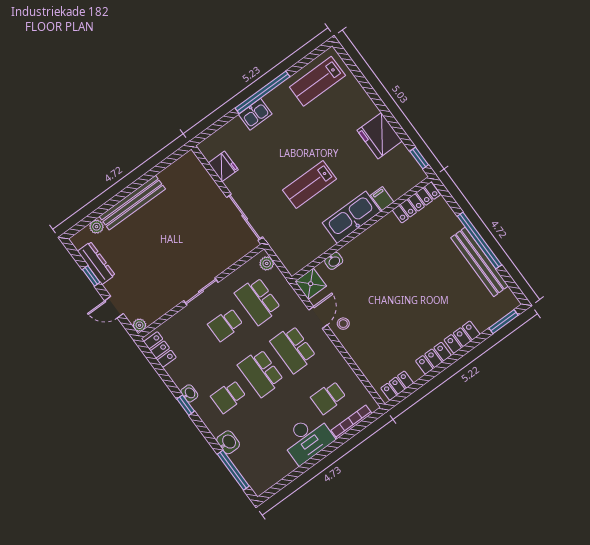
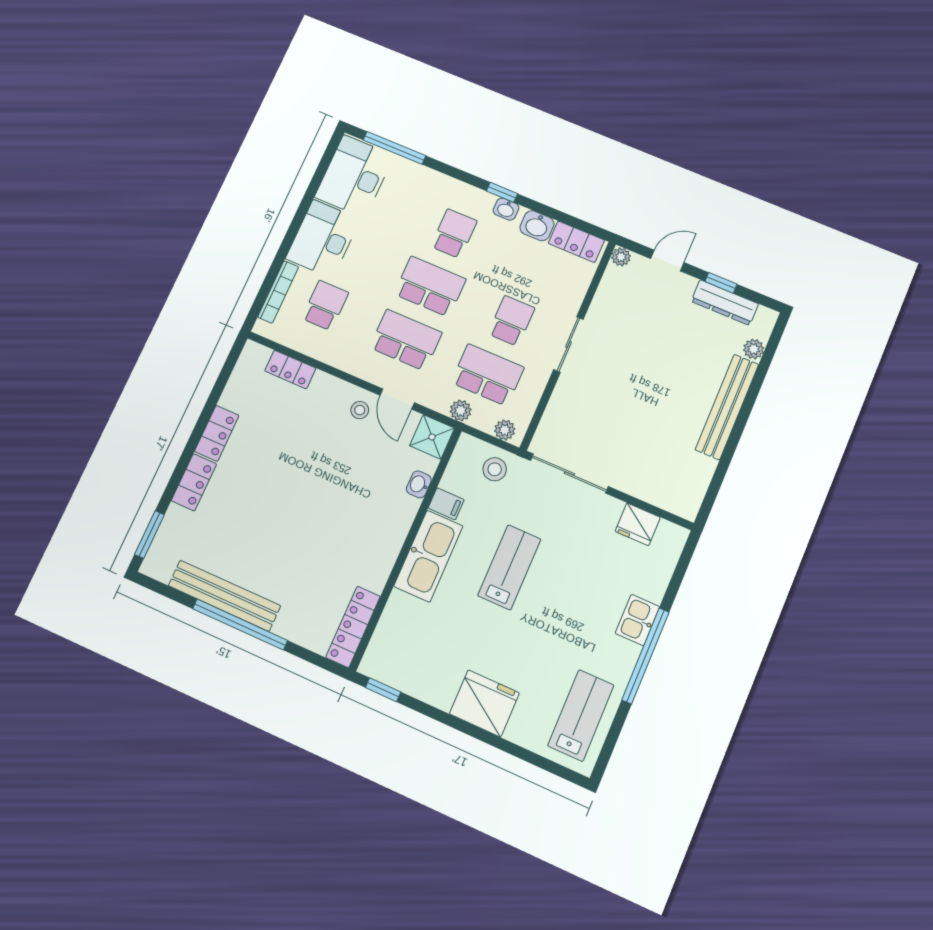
fridge: (380, 136) -> (484, 703), moved
filing cabinet: (382, 199) -> (446, 504), moved
stool: (286, 244) -> (495, 469), added
plant: (285, 289) -> (461, 411), added
locker: (397, 386) -> (290, 370), moved, turned 90
washbasin: (228, 442) -> (537, 226), moved
desk: (267, 467) -> (354, 176), added

